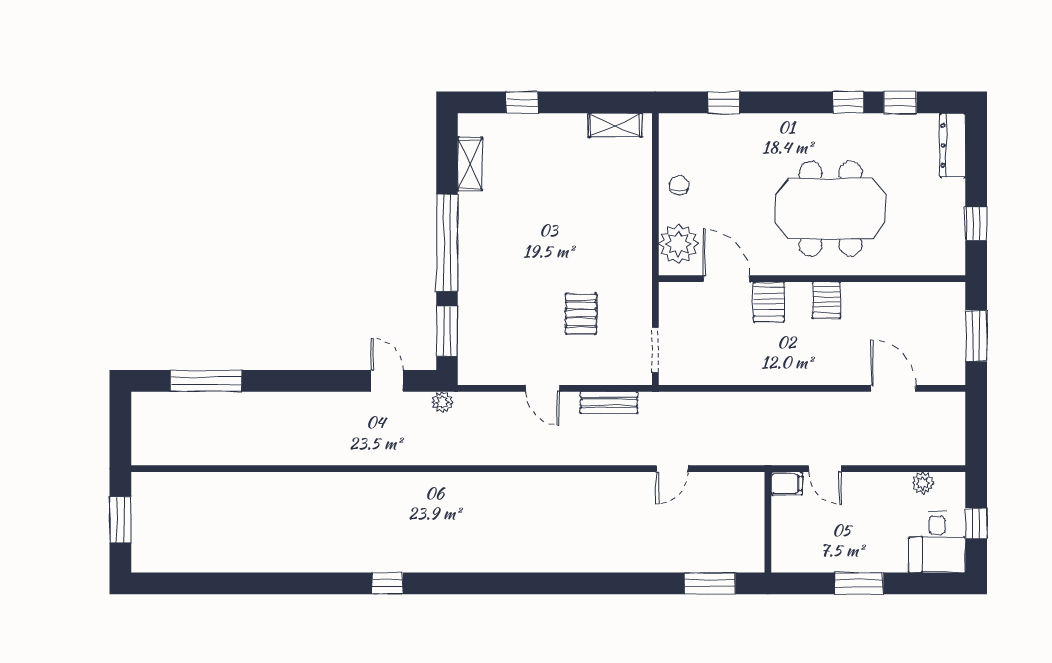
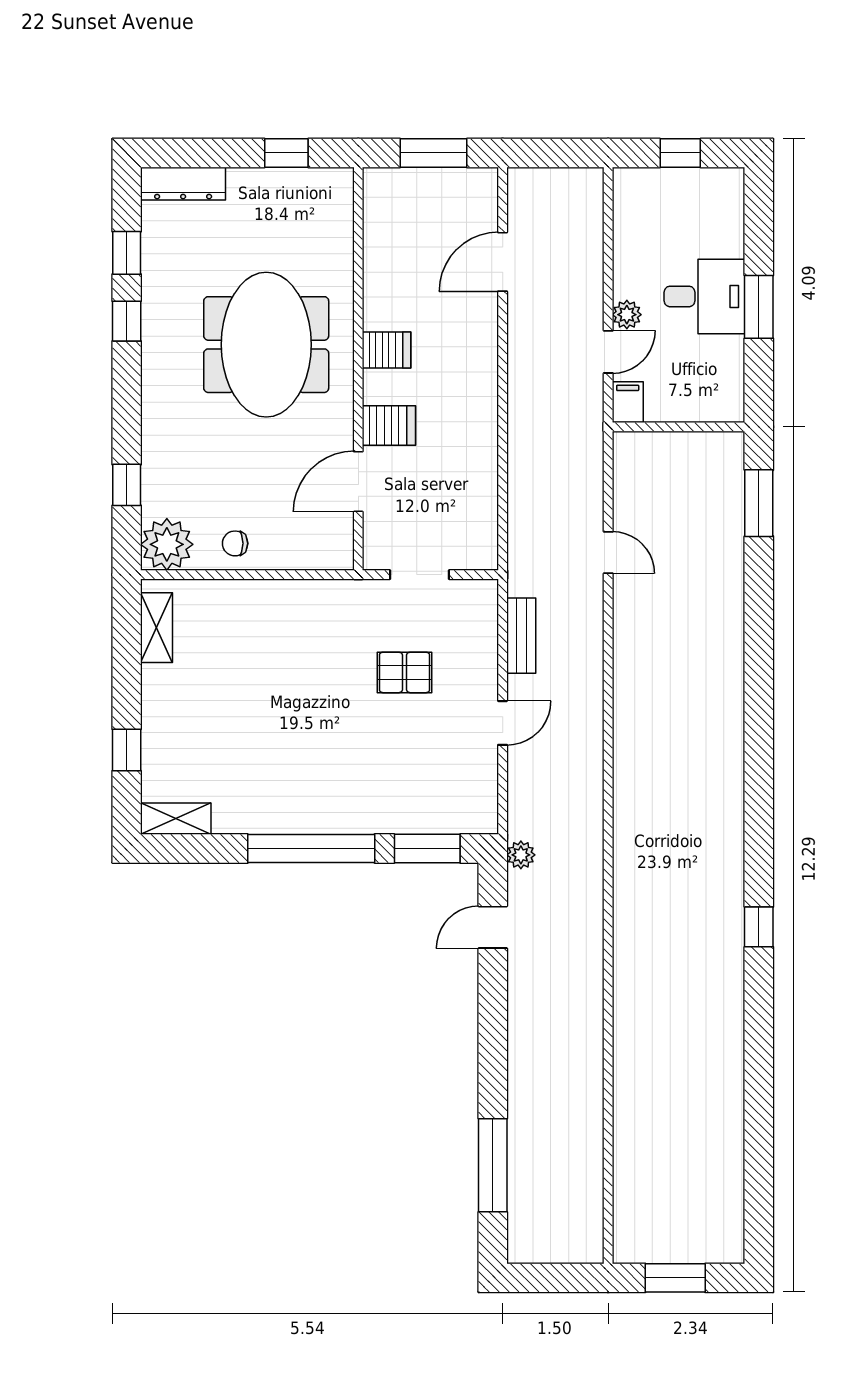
shelving: (470, 164) -> (176, 819), moved
plant: (678, 244) -> (167, 544), moved
doorway: (655, 350) -> (419, 575), moved
plant: (923, 483) -> (627, 315), moved
desk: (937, 542) -> (704, 296), moved

